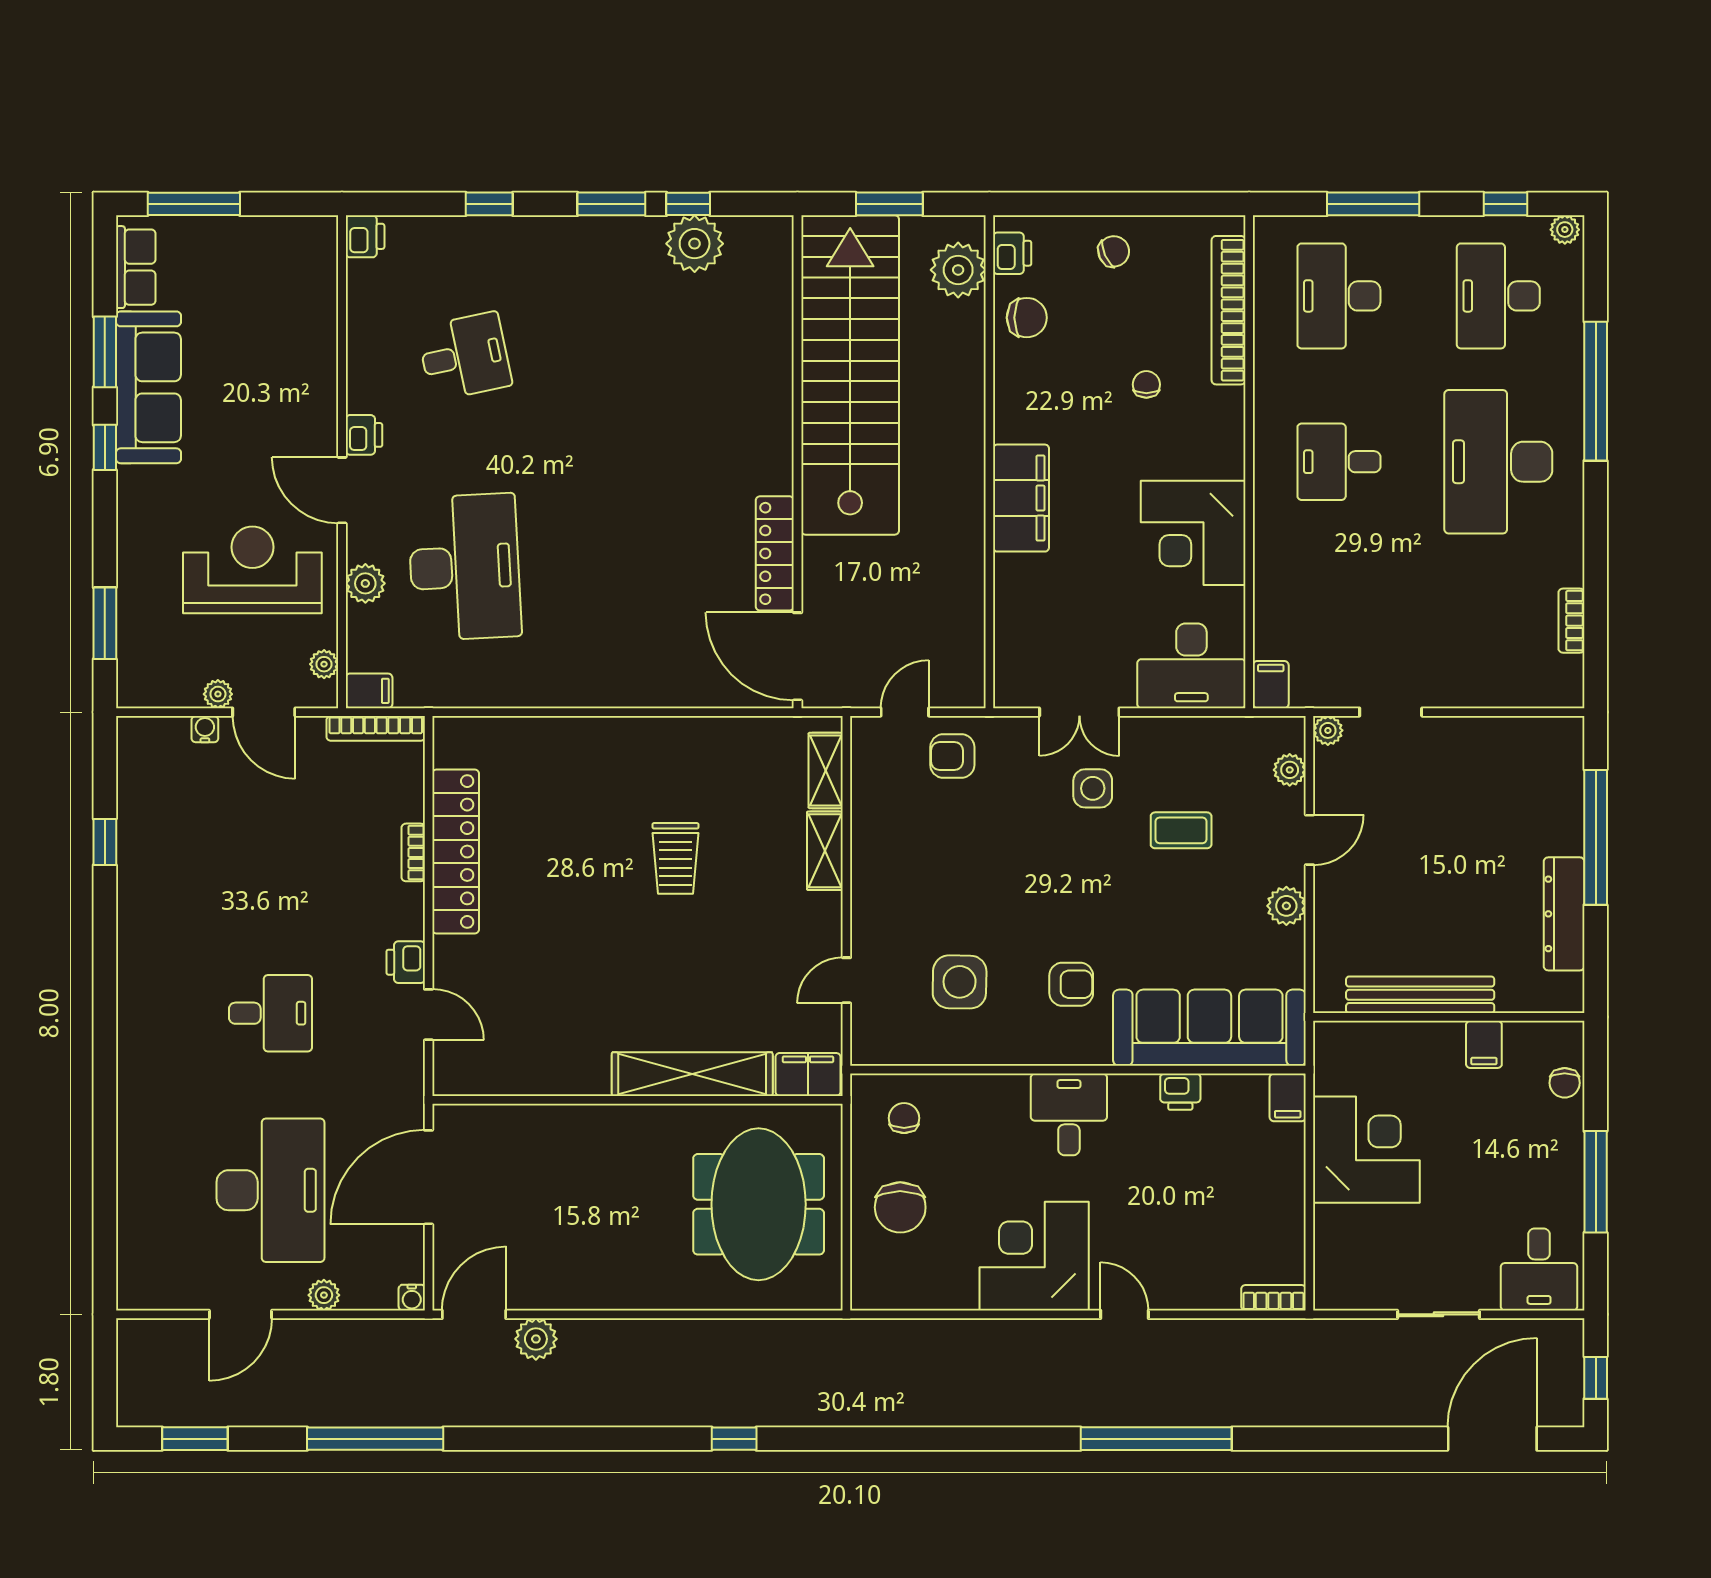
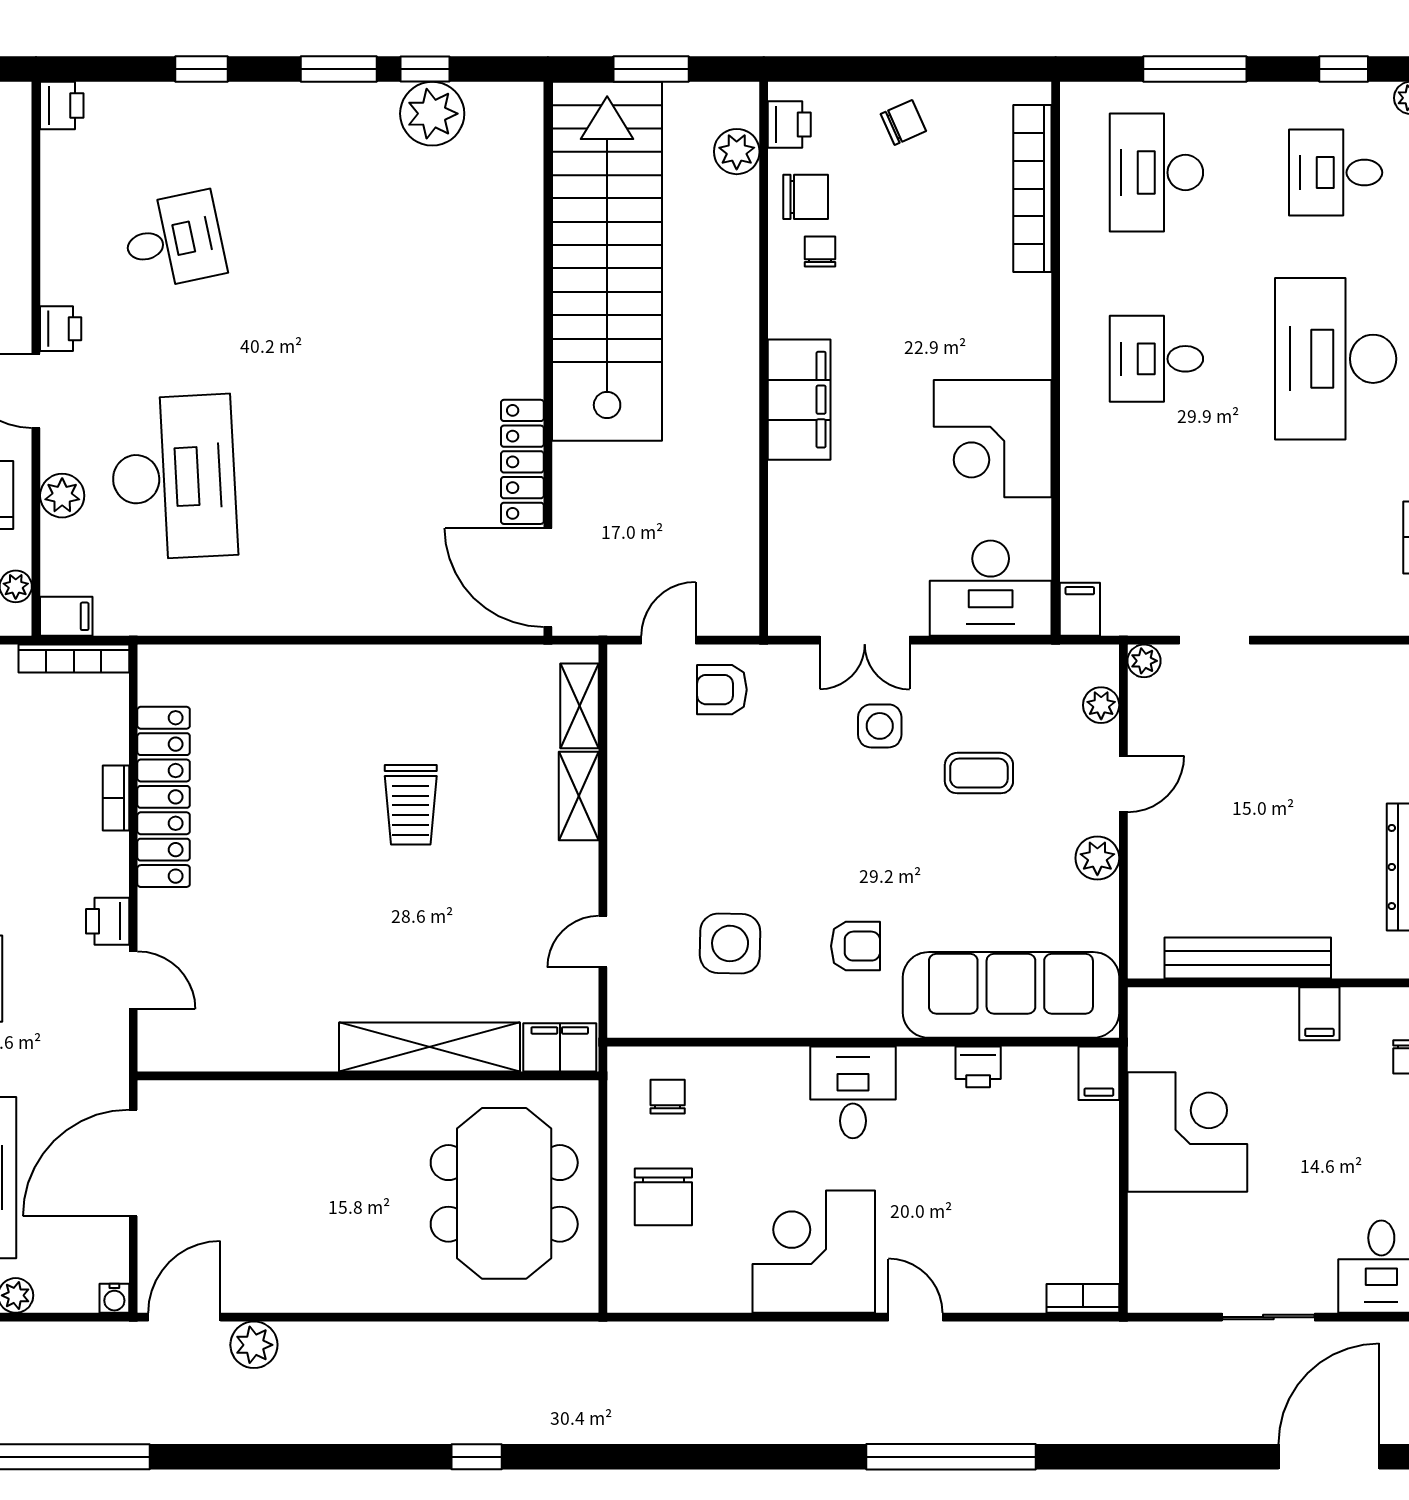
plant: (958, 270) -> (737, 152), width x0.73, depth x0.73
desk: (1498, 296) -> (1336, 173), width x0.73
chair: (1146, 384) -> (820, 251), moved

